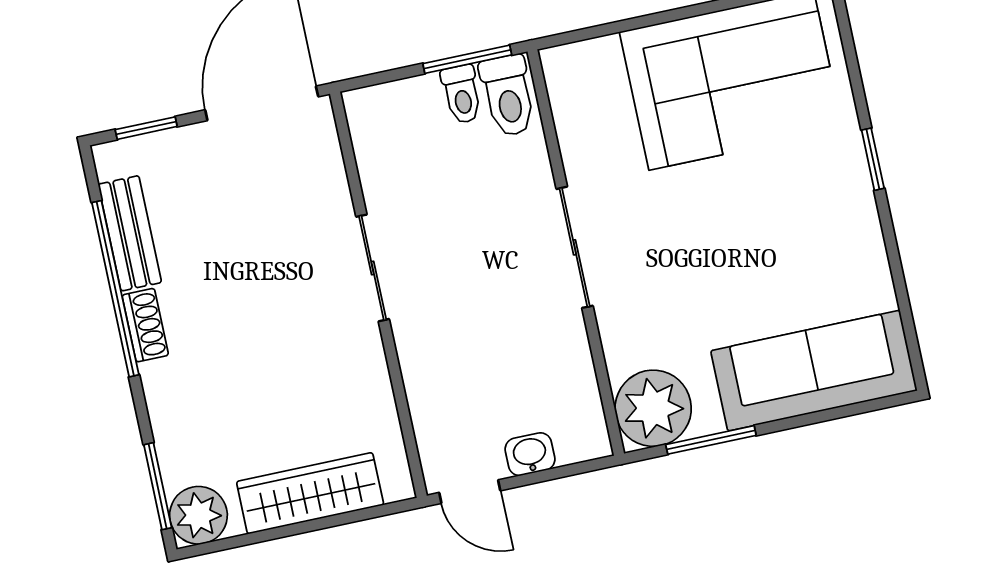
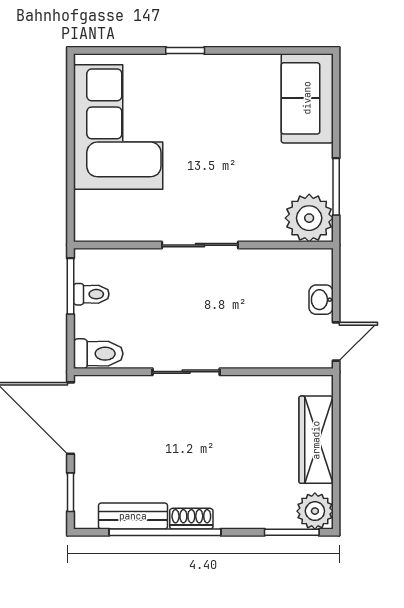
toilet: (508, 96) -> (98, 354), moved
sofa: (814, 371) -> (307, 98), width x0.73

